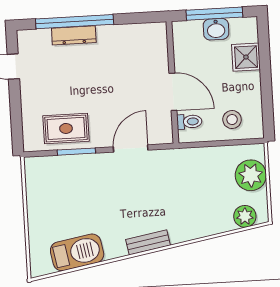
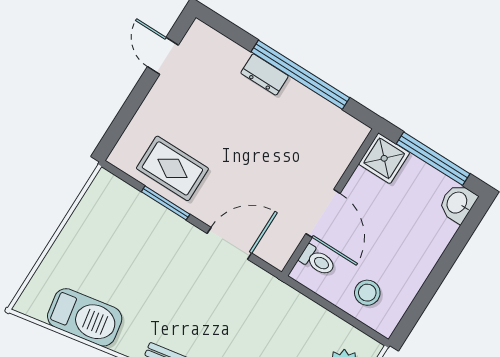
window: (75, 22) -> (300, 75), moved
washbasin: (216, 29) -> (458, 203), moved, turned 90
dresser: (74, 35) -> (265, 75), width x0.70
shower: (246, 57) -> (384, 158), moved

